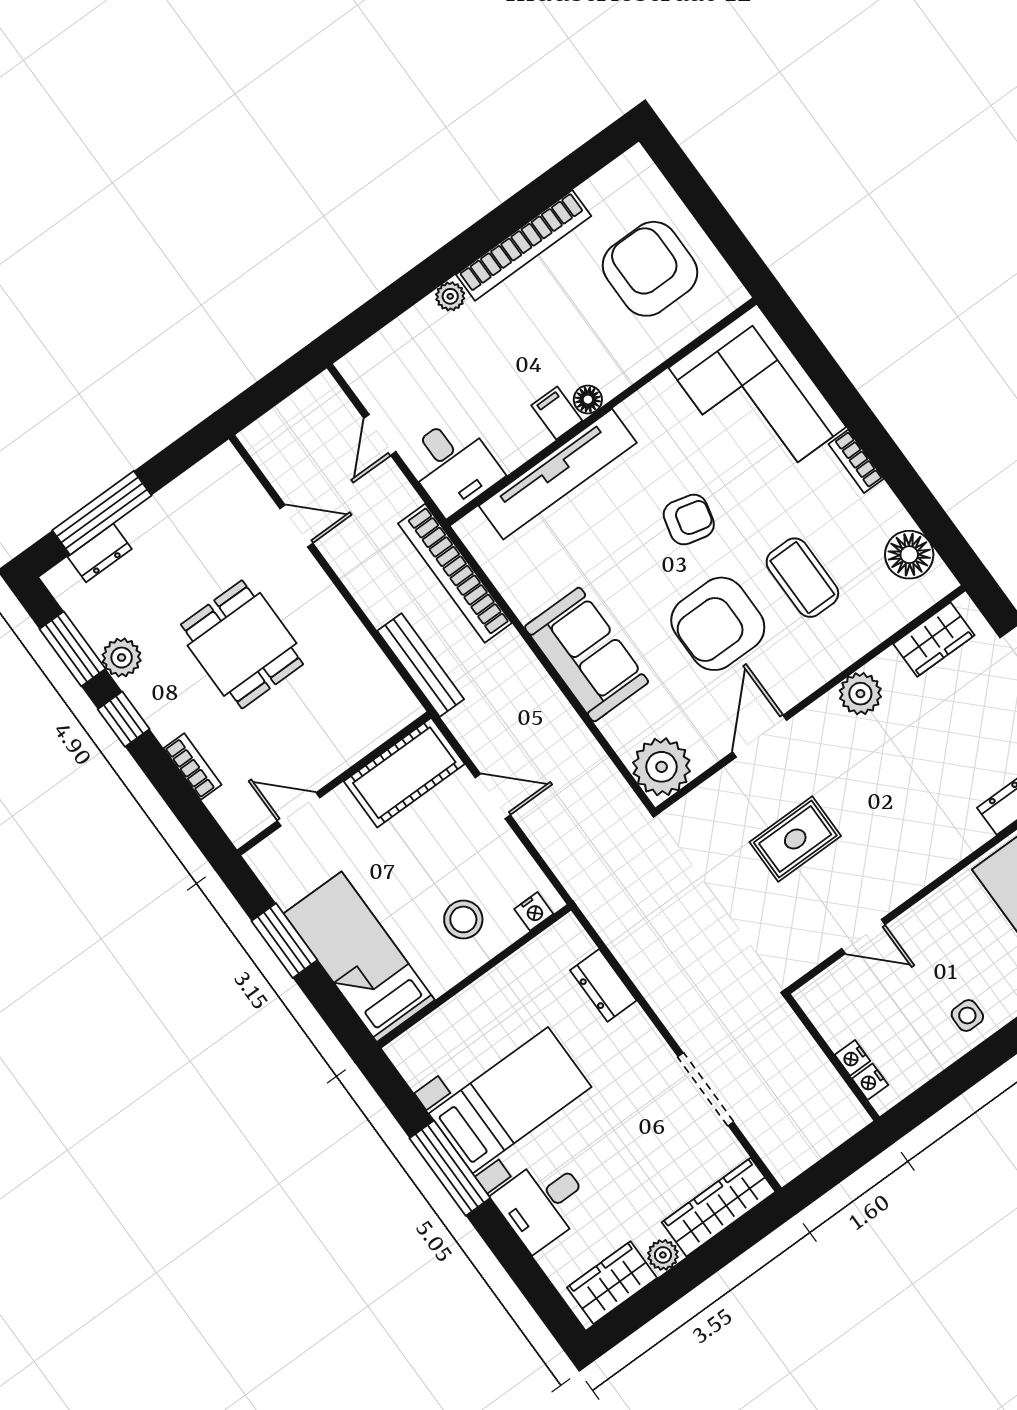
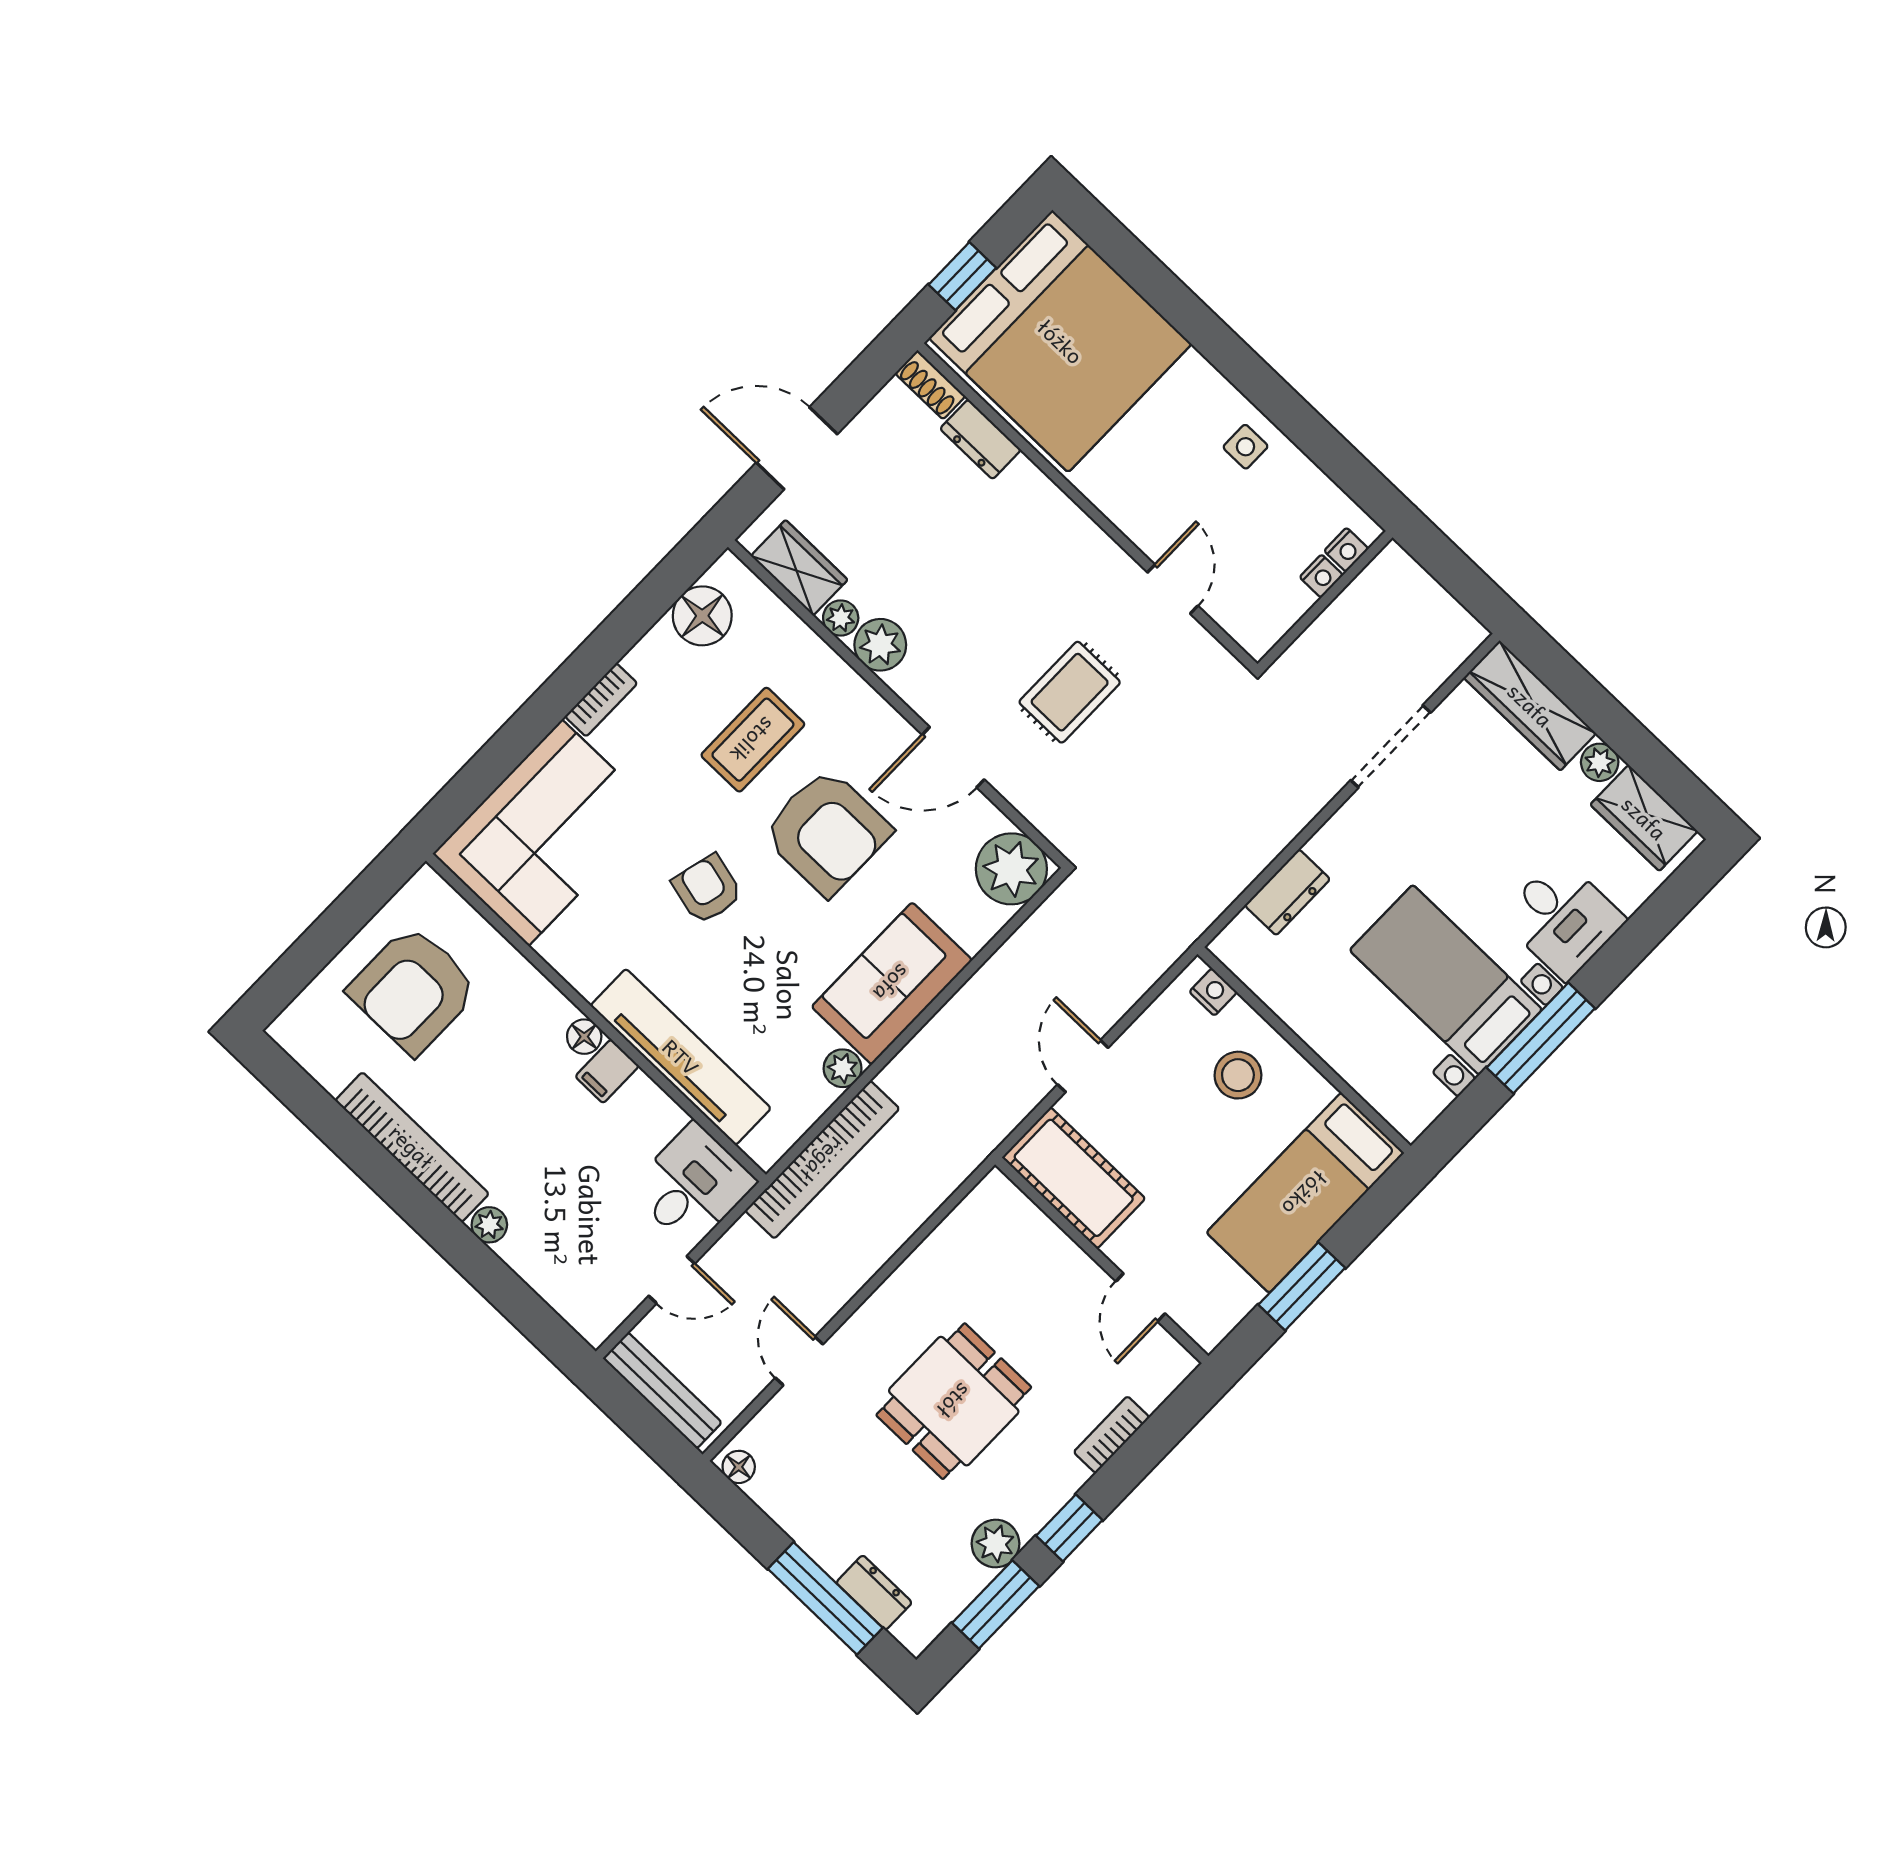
floor lamp: (220, 462) -> (739, 1467), added
plant: (525, 603) -> (843, 1068), added
bench: (421, 665) -> (662, 1390), moved, turned 90
plant: (888, 666) -> (841, 618), added
rug: (795, 839) -> (1070, 692), turned 90

